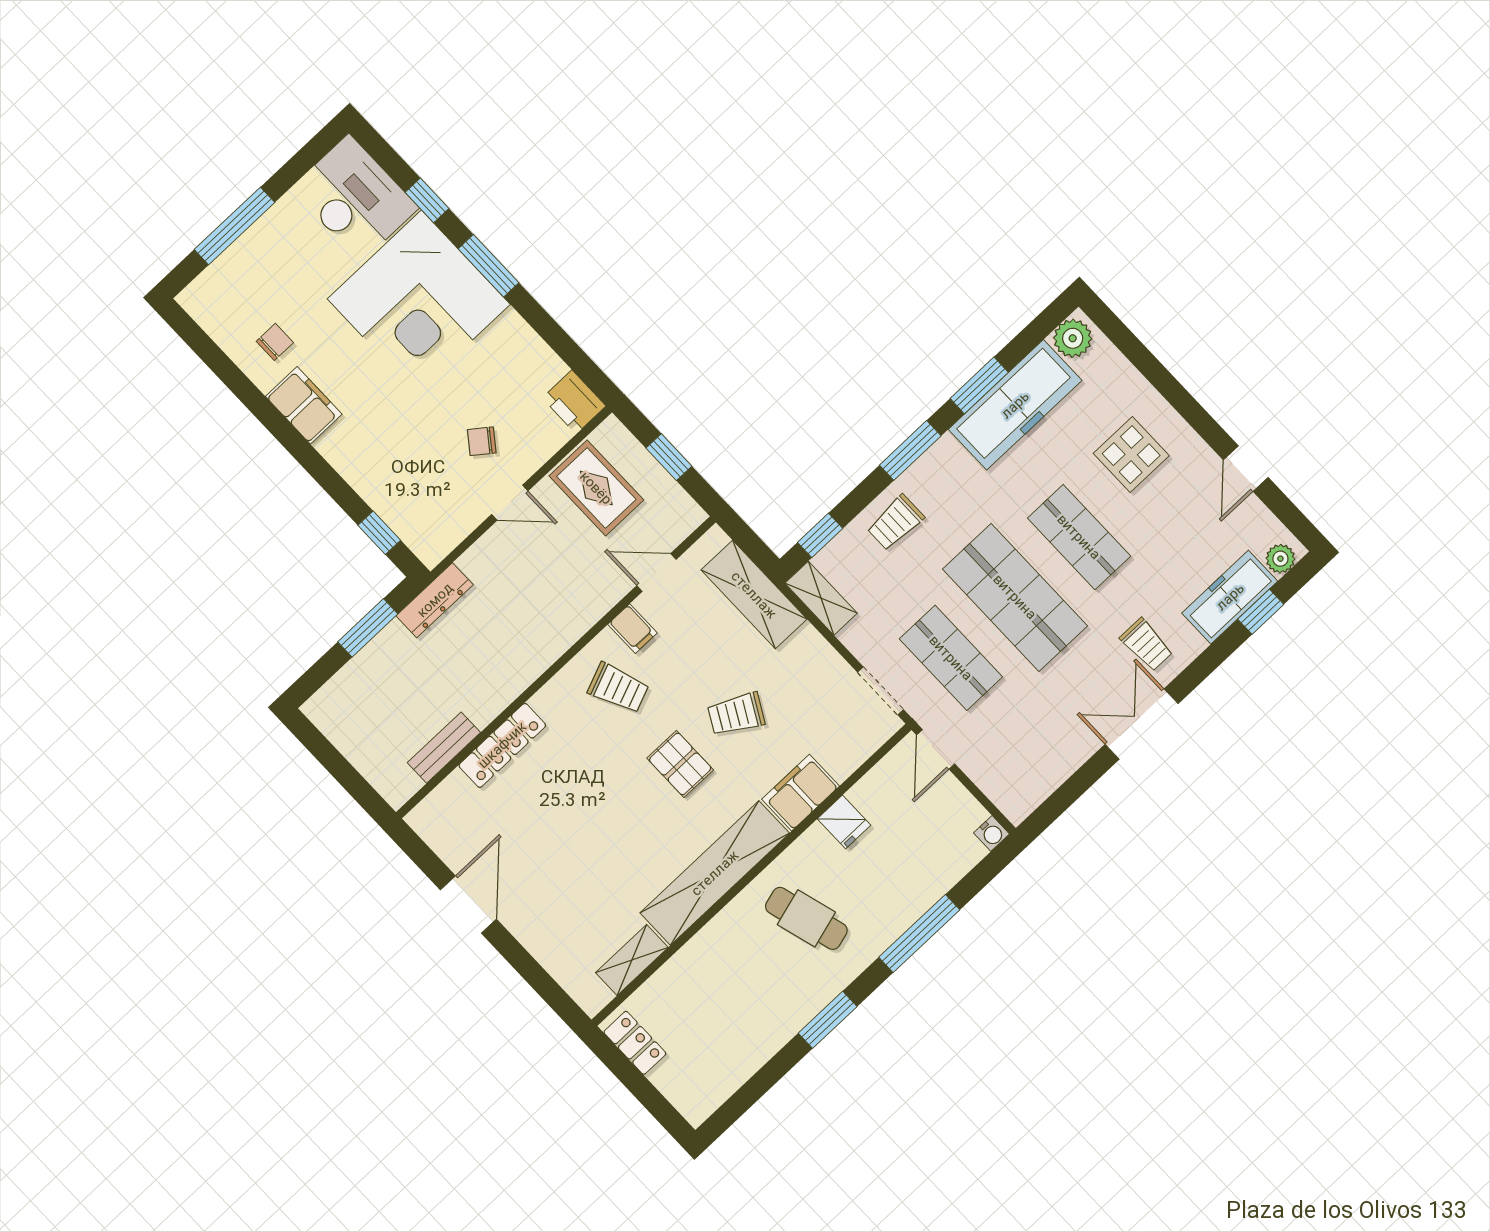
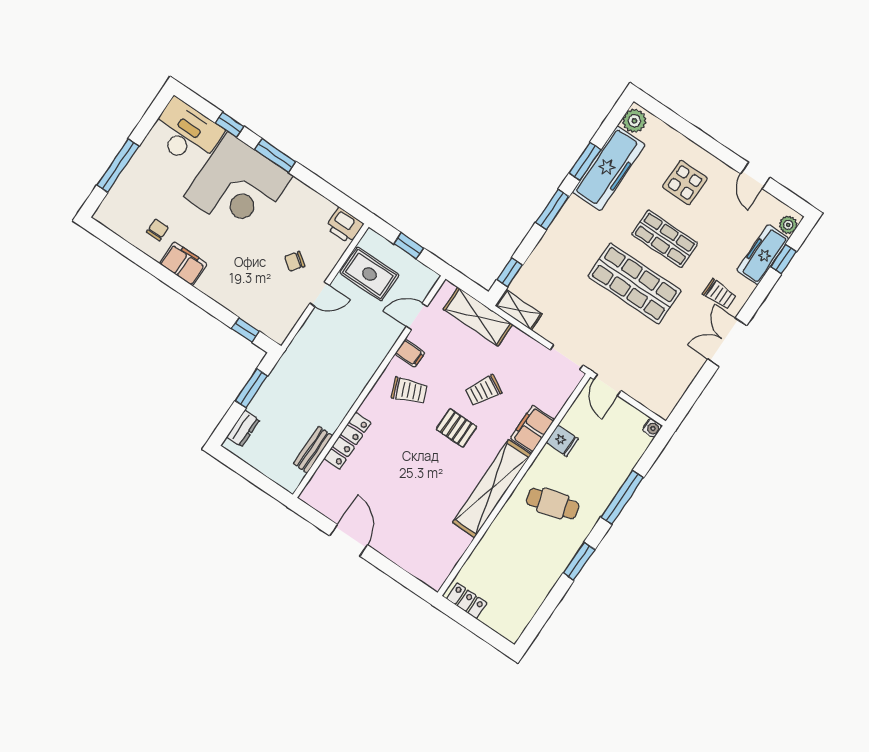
trolley: (895, 523) -> (553, 255), removed
dresser: (435, 600) -> (243, 428), moved, width x0.70
shop shelf: (951, 658) -> (604, 328), removed
shelving: (632, 960) -> (454, 552), removed

